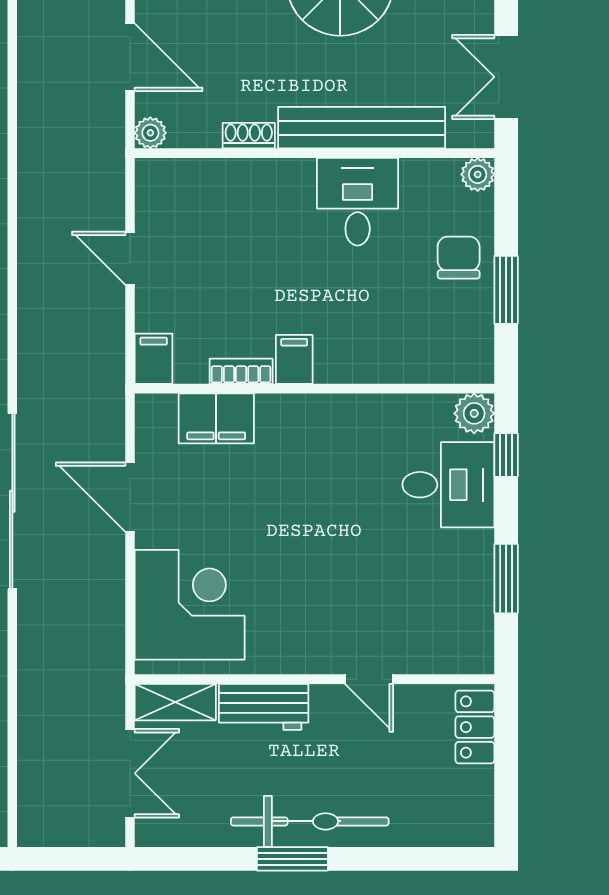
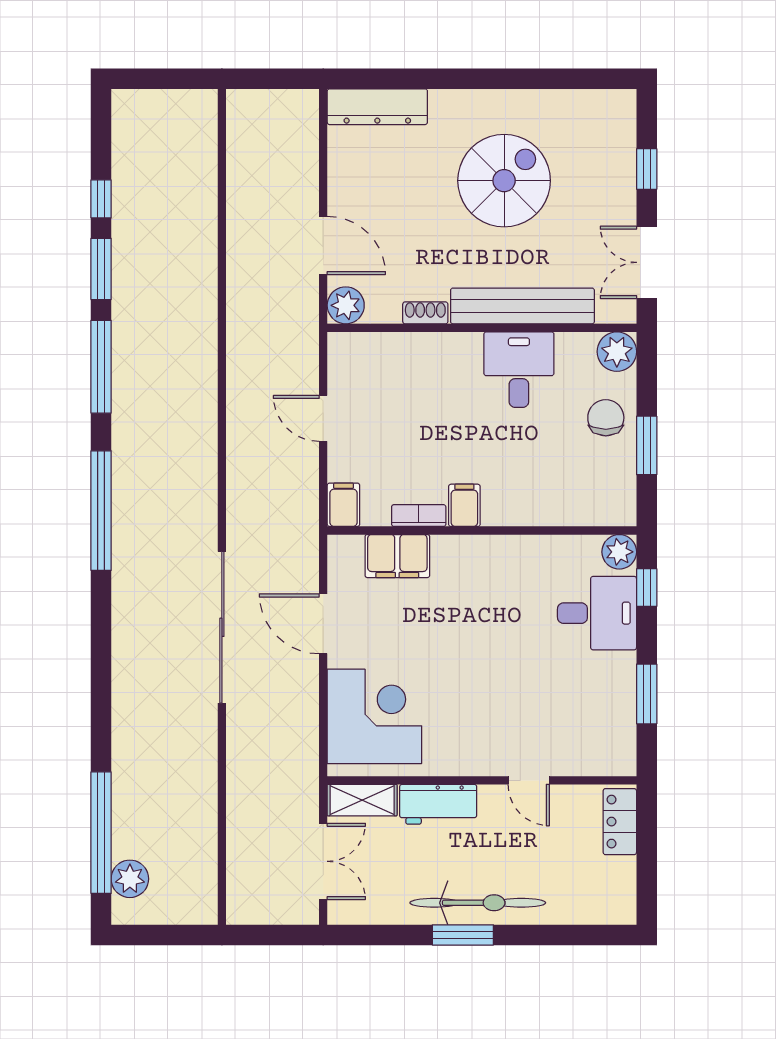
plant: (150, 133) -> (346, 305), width x1.38, depth x1.38
plant: (478, 174) -> (617, 352), width x1.38, depth x1.38

